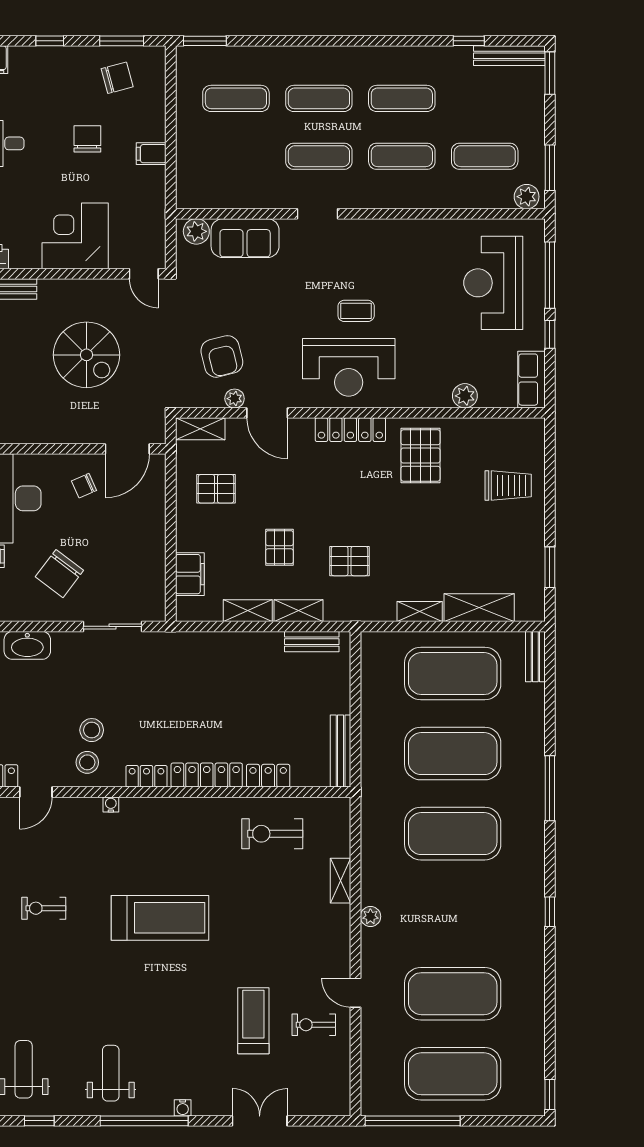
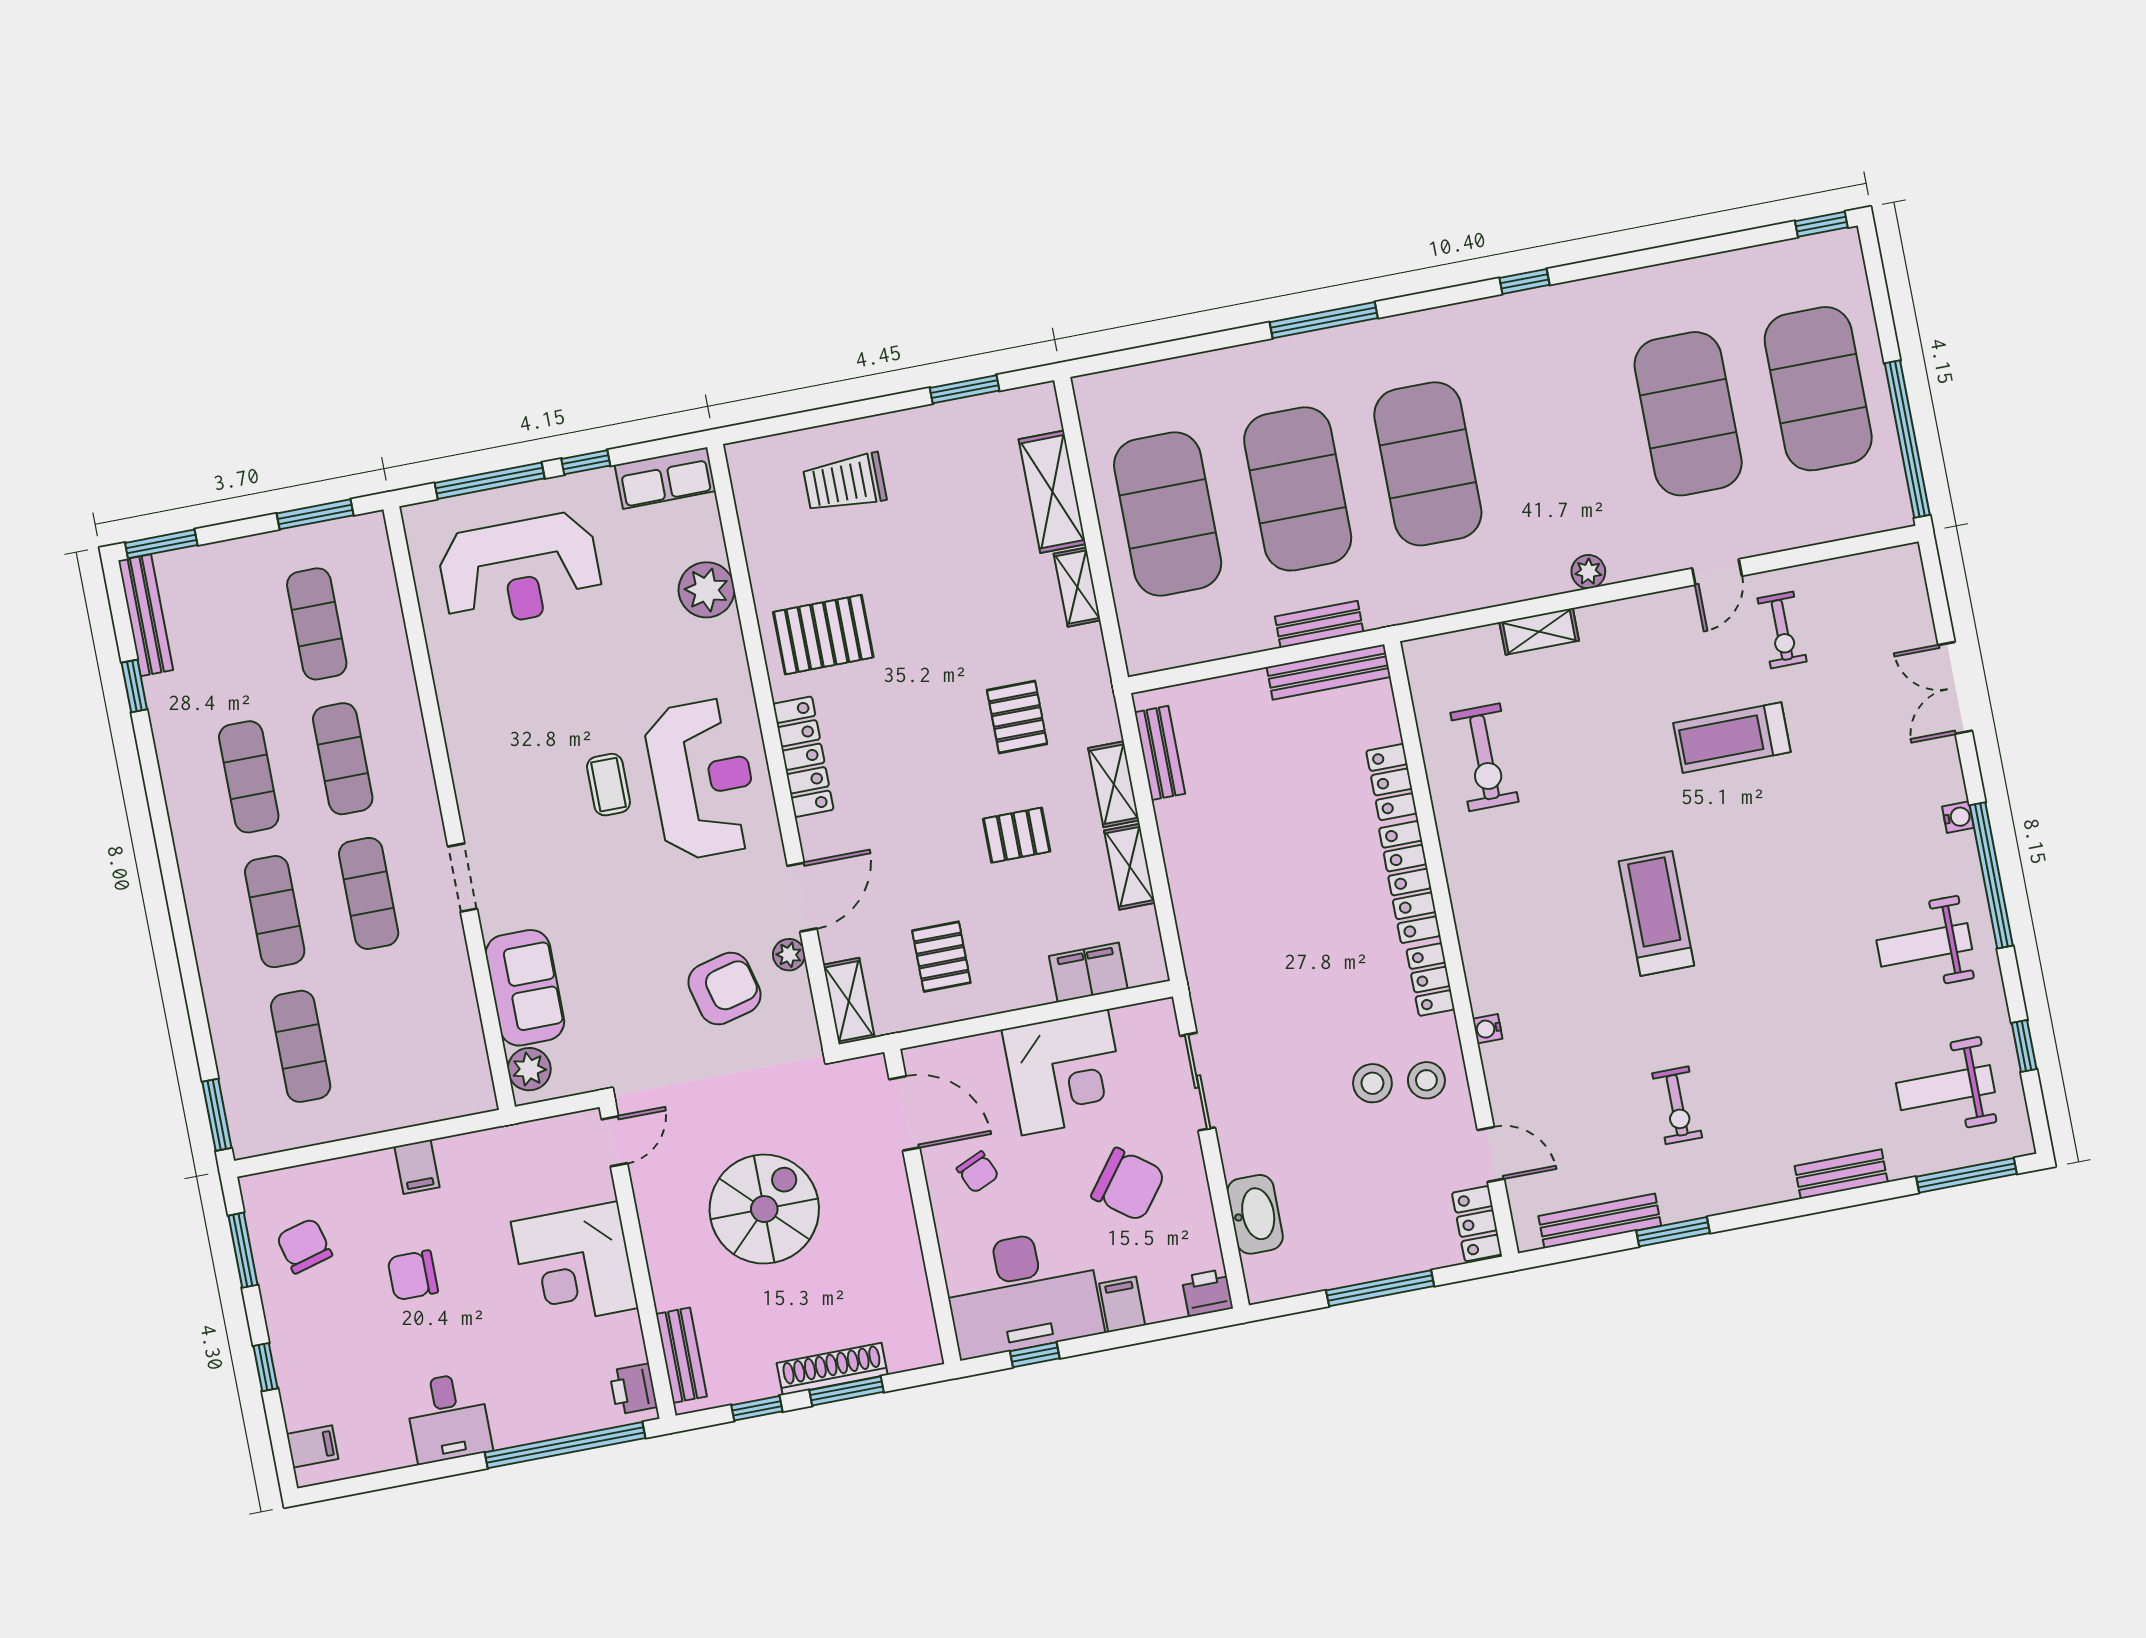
plant: (527, 197) -> (369, 543), removed
plant: (465, 396) -> (706, 590), width x1.36, depth x1.36
trolley: (508, 486) -> (845, 483), turned -90
corner desk: (133, 549) -> (1065, 1072), added
bench: (535, 657) -> (1319, 624), moved
treadmill: (160, 918) -> (1656, 913), width x0.73, depth x0.73
treadmill: (253, 1021) -> (1732, 738), moved

